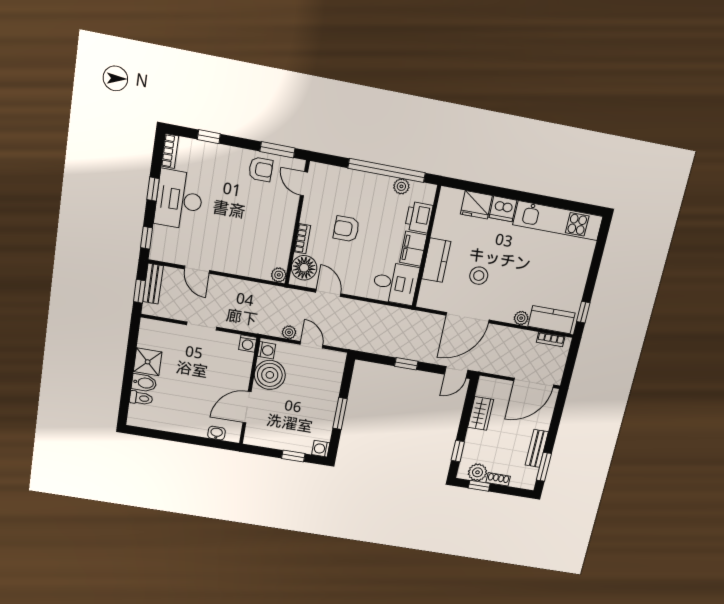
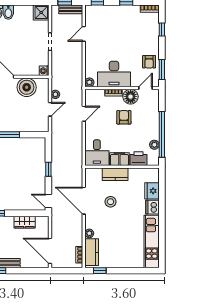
desk: (179, 200) -> (114, 74), moved, turned 180
floor lamp: (304, 268) -> (131, 97), moved
washing machine: (266, 350) -> (42, 83), removed
shower: (148, 362) -> (41, 13), moved

